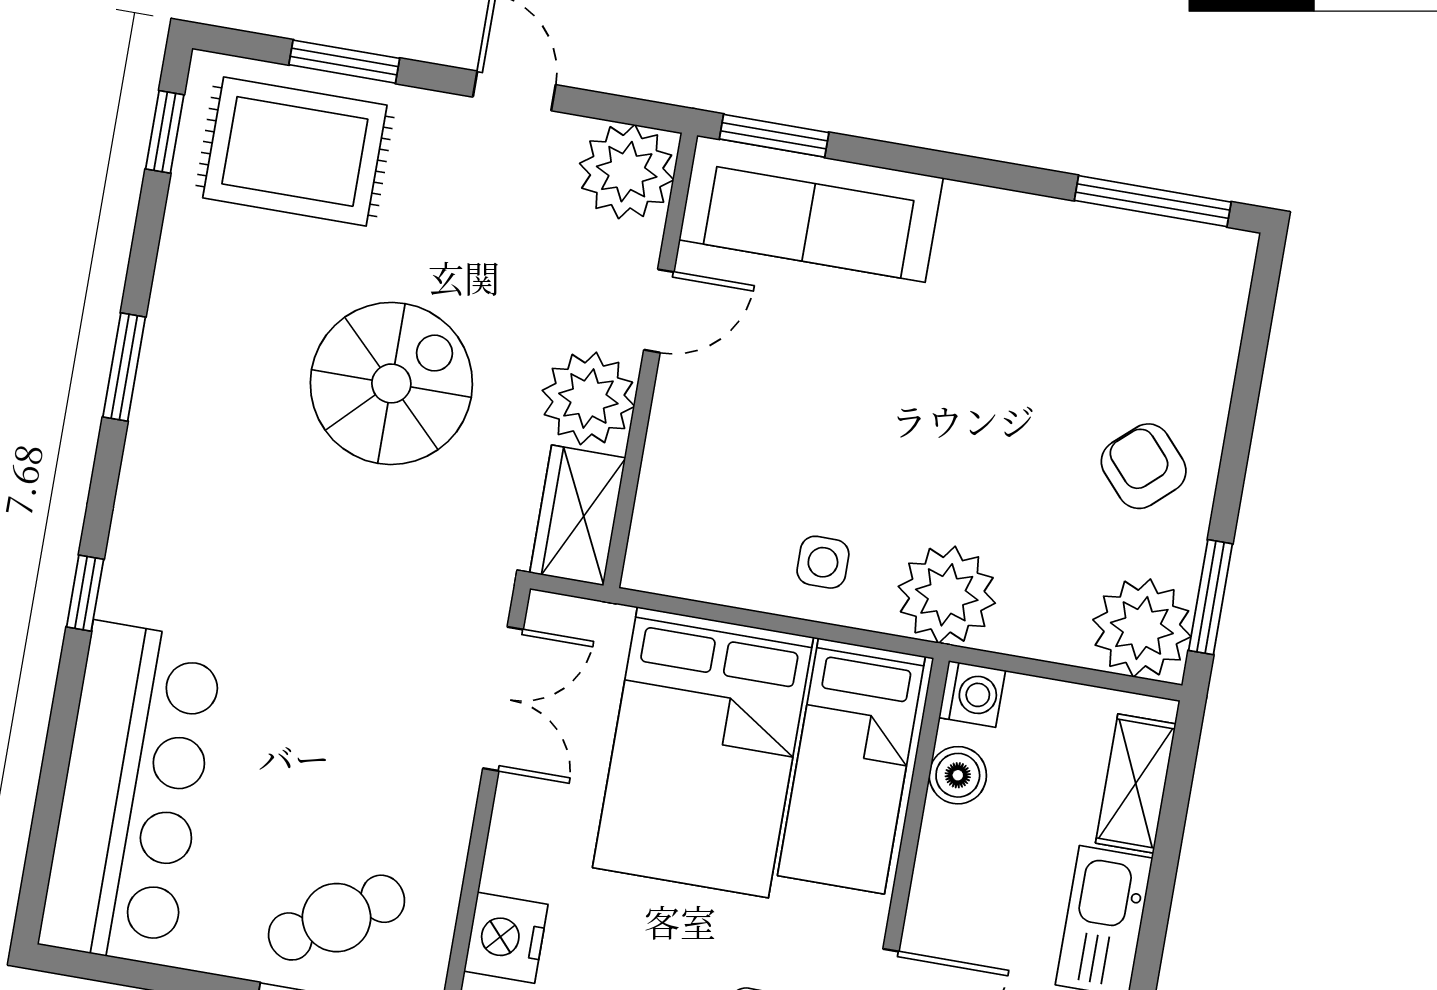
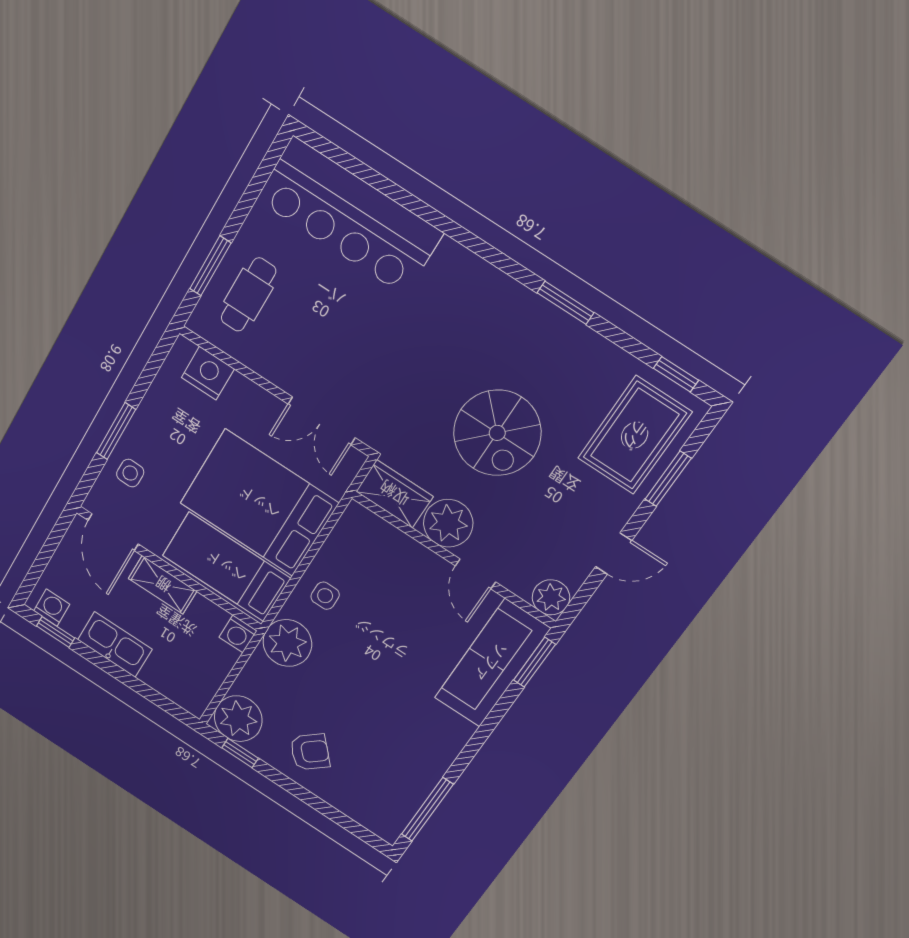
plant: (627, 172) -> (551, 597), width x0.73, depth x0.73
window: (85, 593) -> (459, 234), removed
window: (1211, 597) -> (240, 753), width x0.67
boiler: (958, 775) -> (204, 611), removed
shelving: (1136, 784) -> (163, 585), moved
cafe table: (337, 918) -> (248, 295), turned 32

